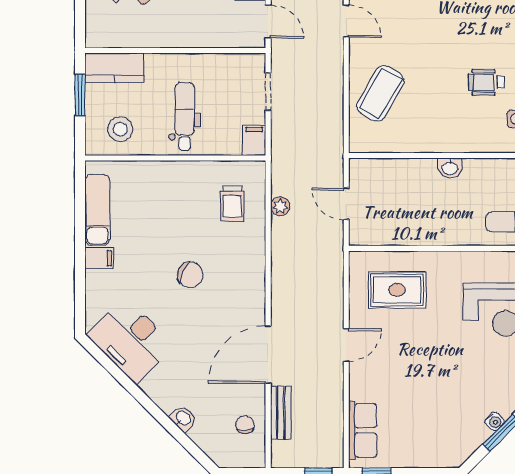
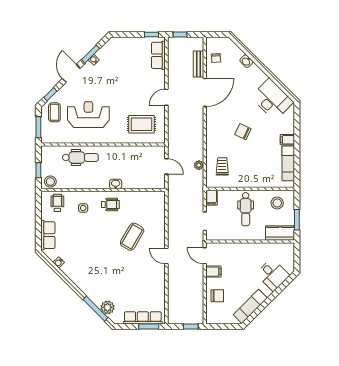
wheelchair: (486, 82) -> (110, 205), moved
coffee table: (380, 93) -> (132, 237), moved

